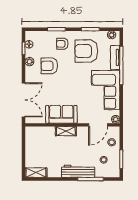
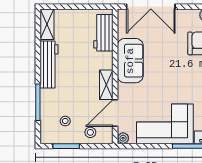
door: (98, 125) -> (115, 113), hinge flipped
shelving: (66, 131) -> (106, 85), moved
workbench: (42, 133) -> (103, 33), added
workbench: (78, 171) -> (49, 64), moved

